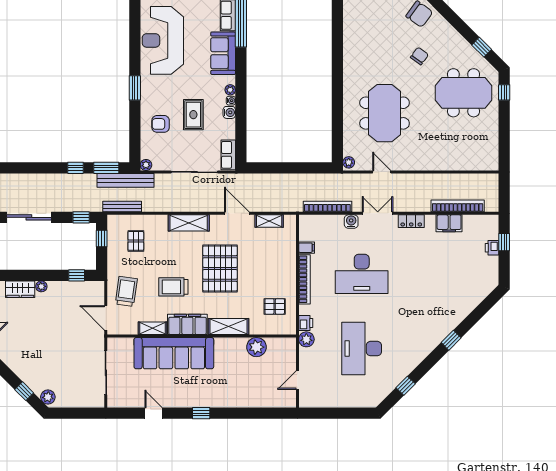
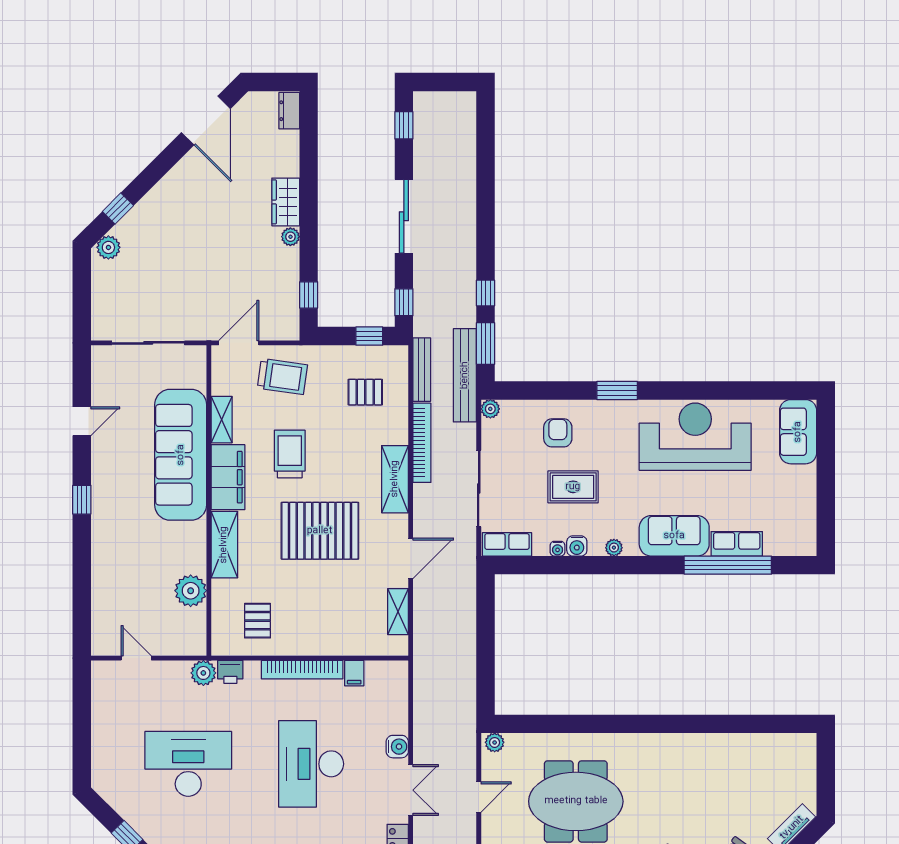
water cooler: (231, 101) -> (558, 549), moved
bookcase: (327, 207) -> (422, 443), moved

